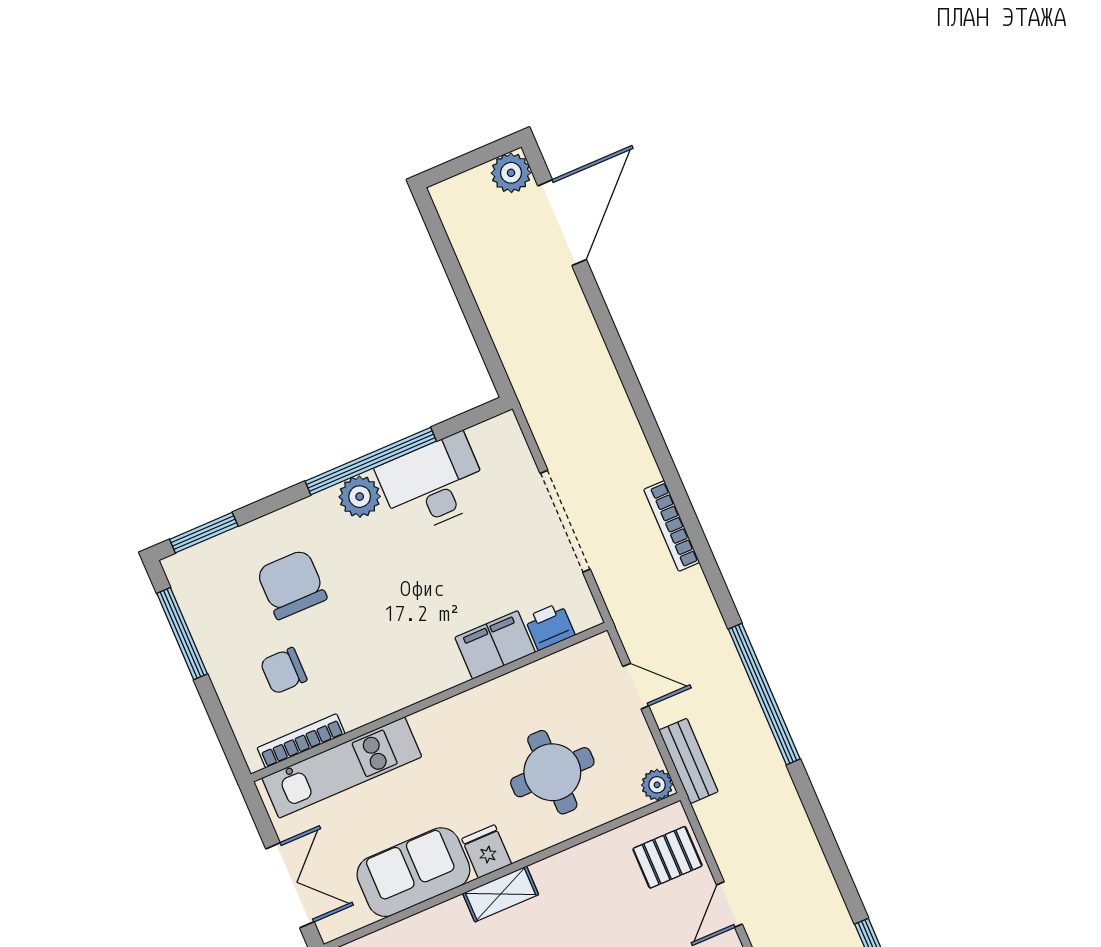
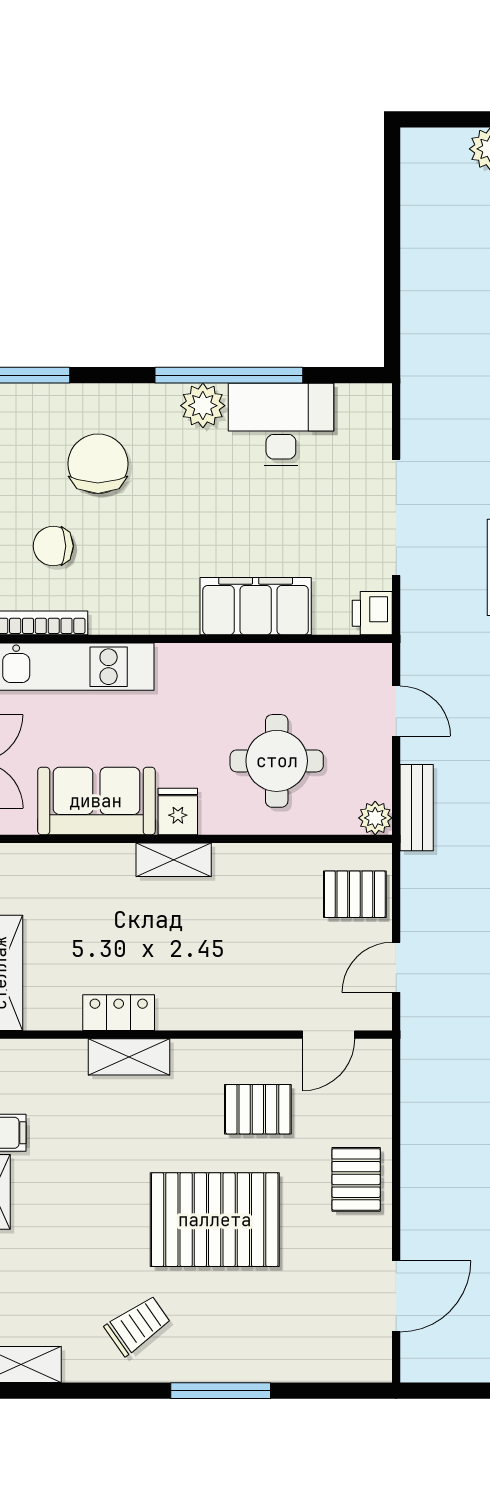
printer: (550, 626) -> (372, 613), moved, turned -90
filing cabinet: (495, 645) -> (256, 606), width x1.50, depth x1.17

